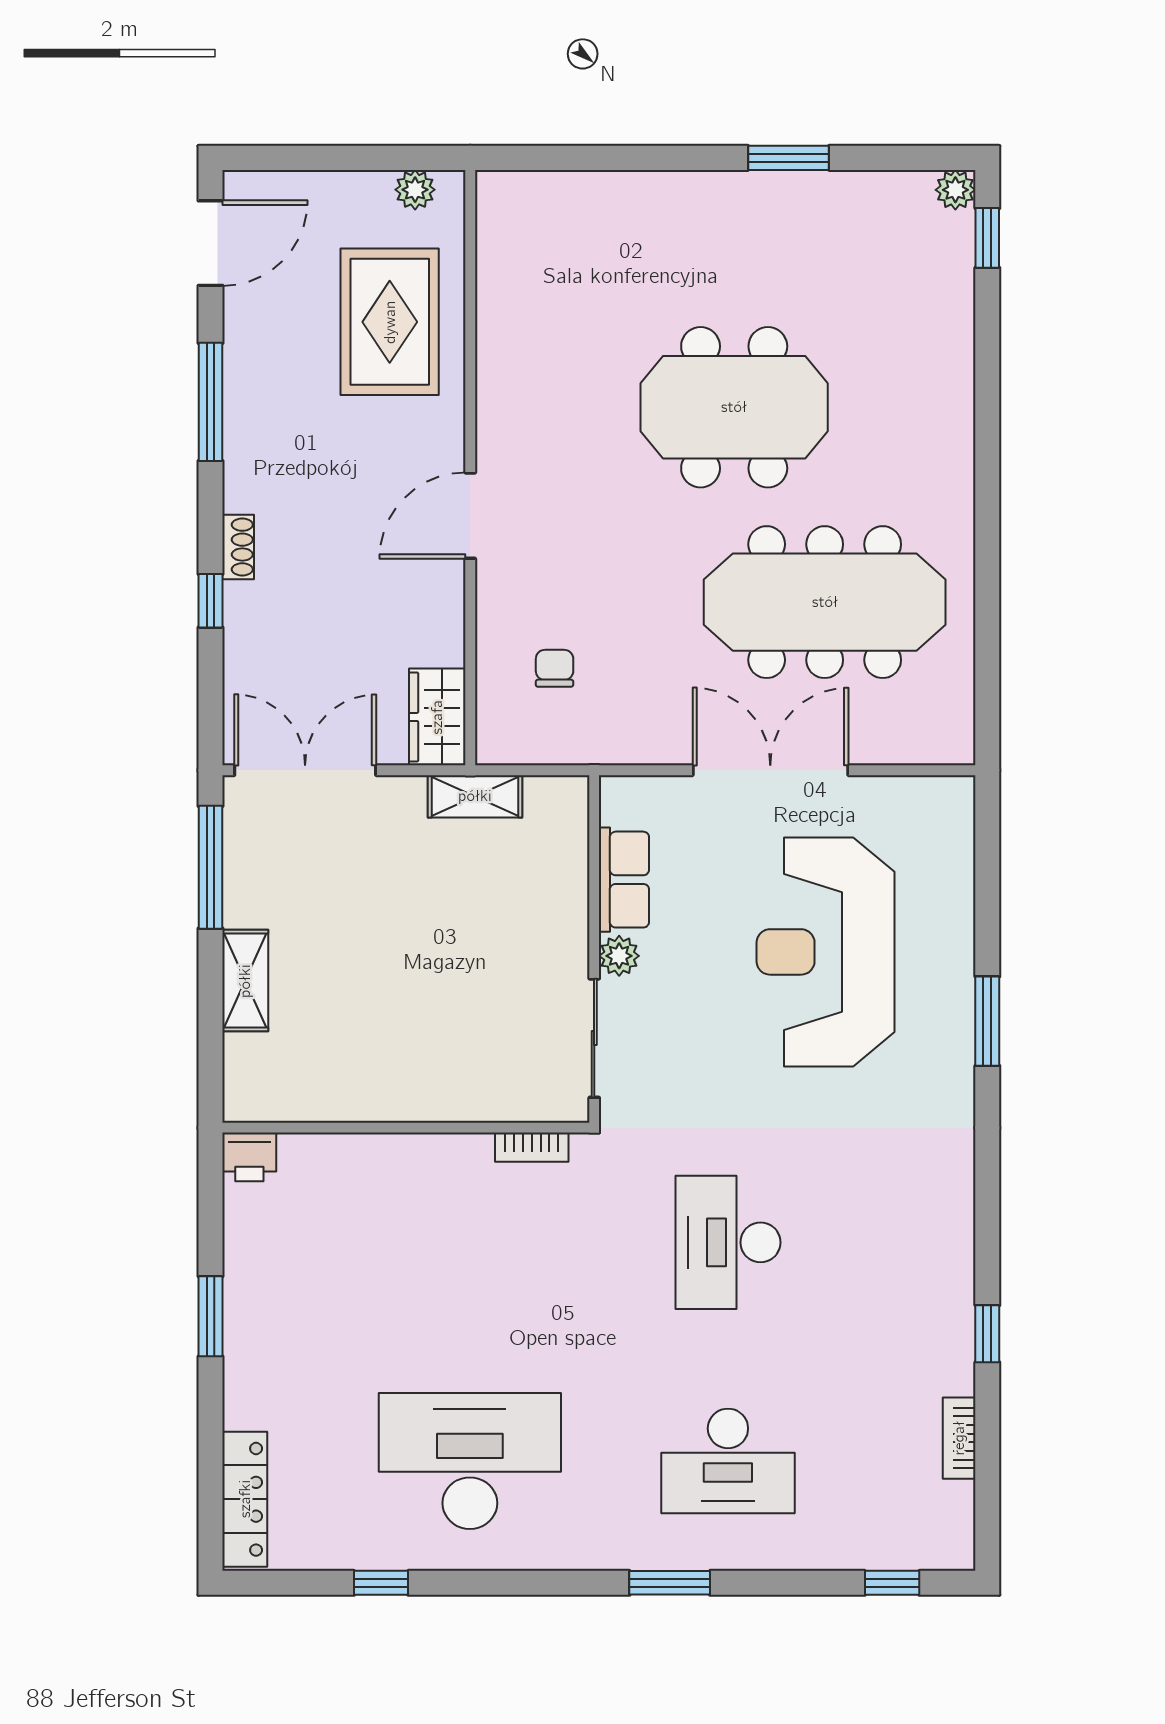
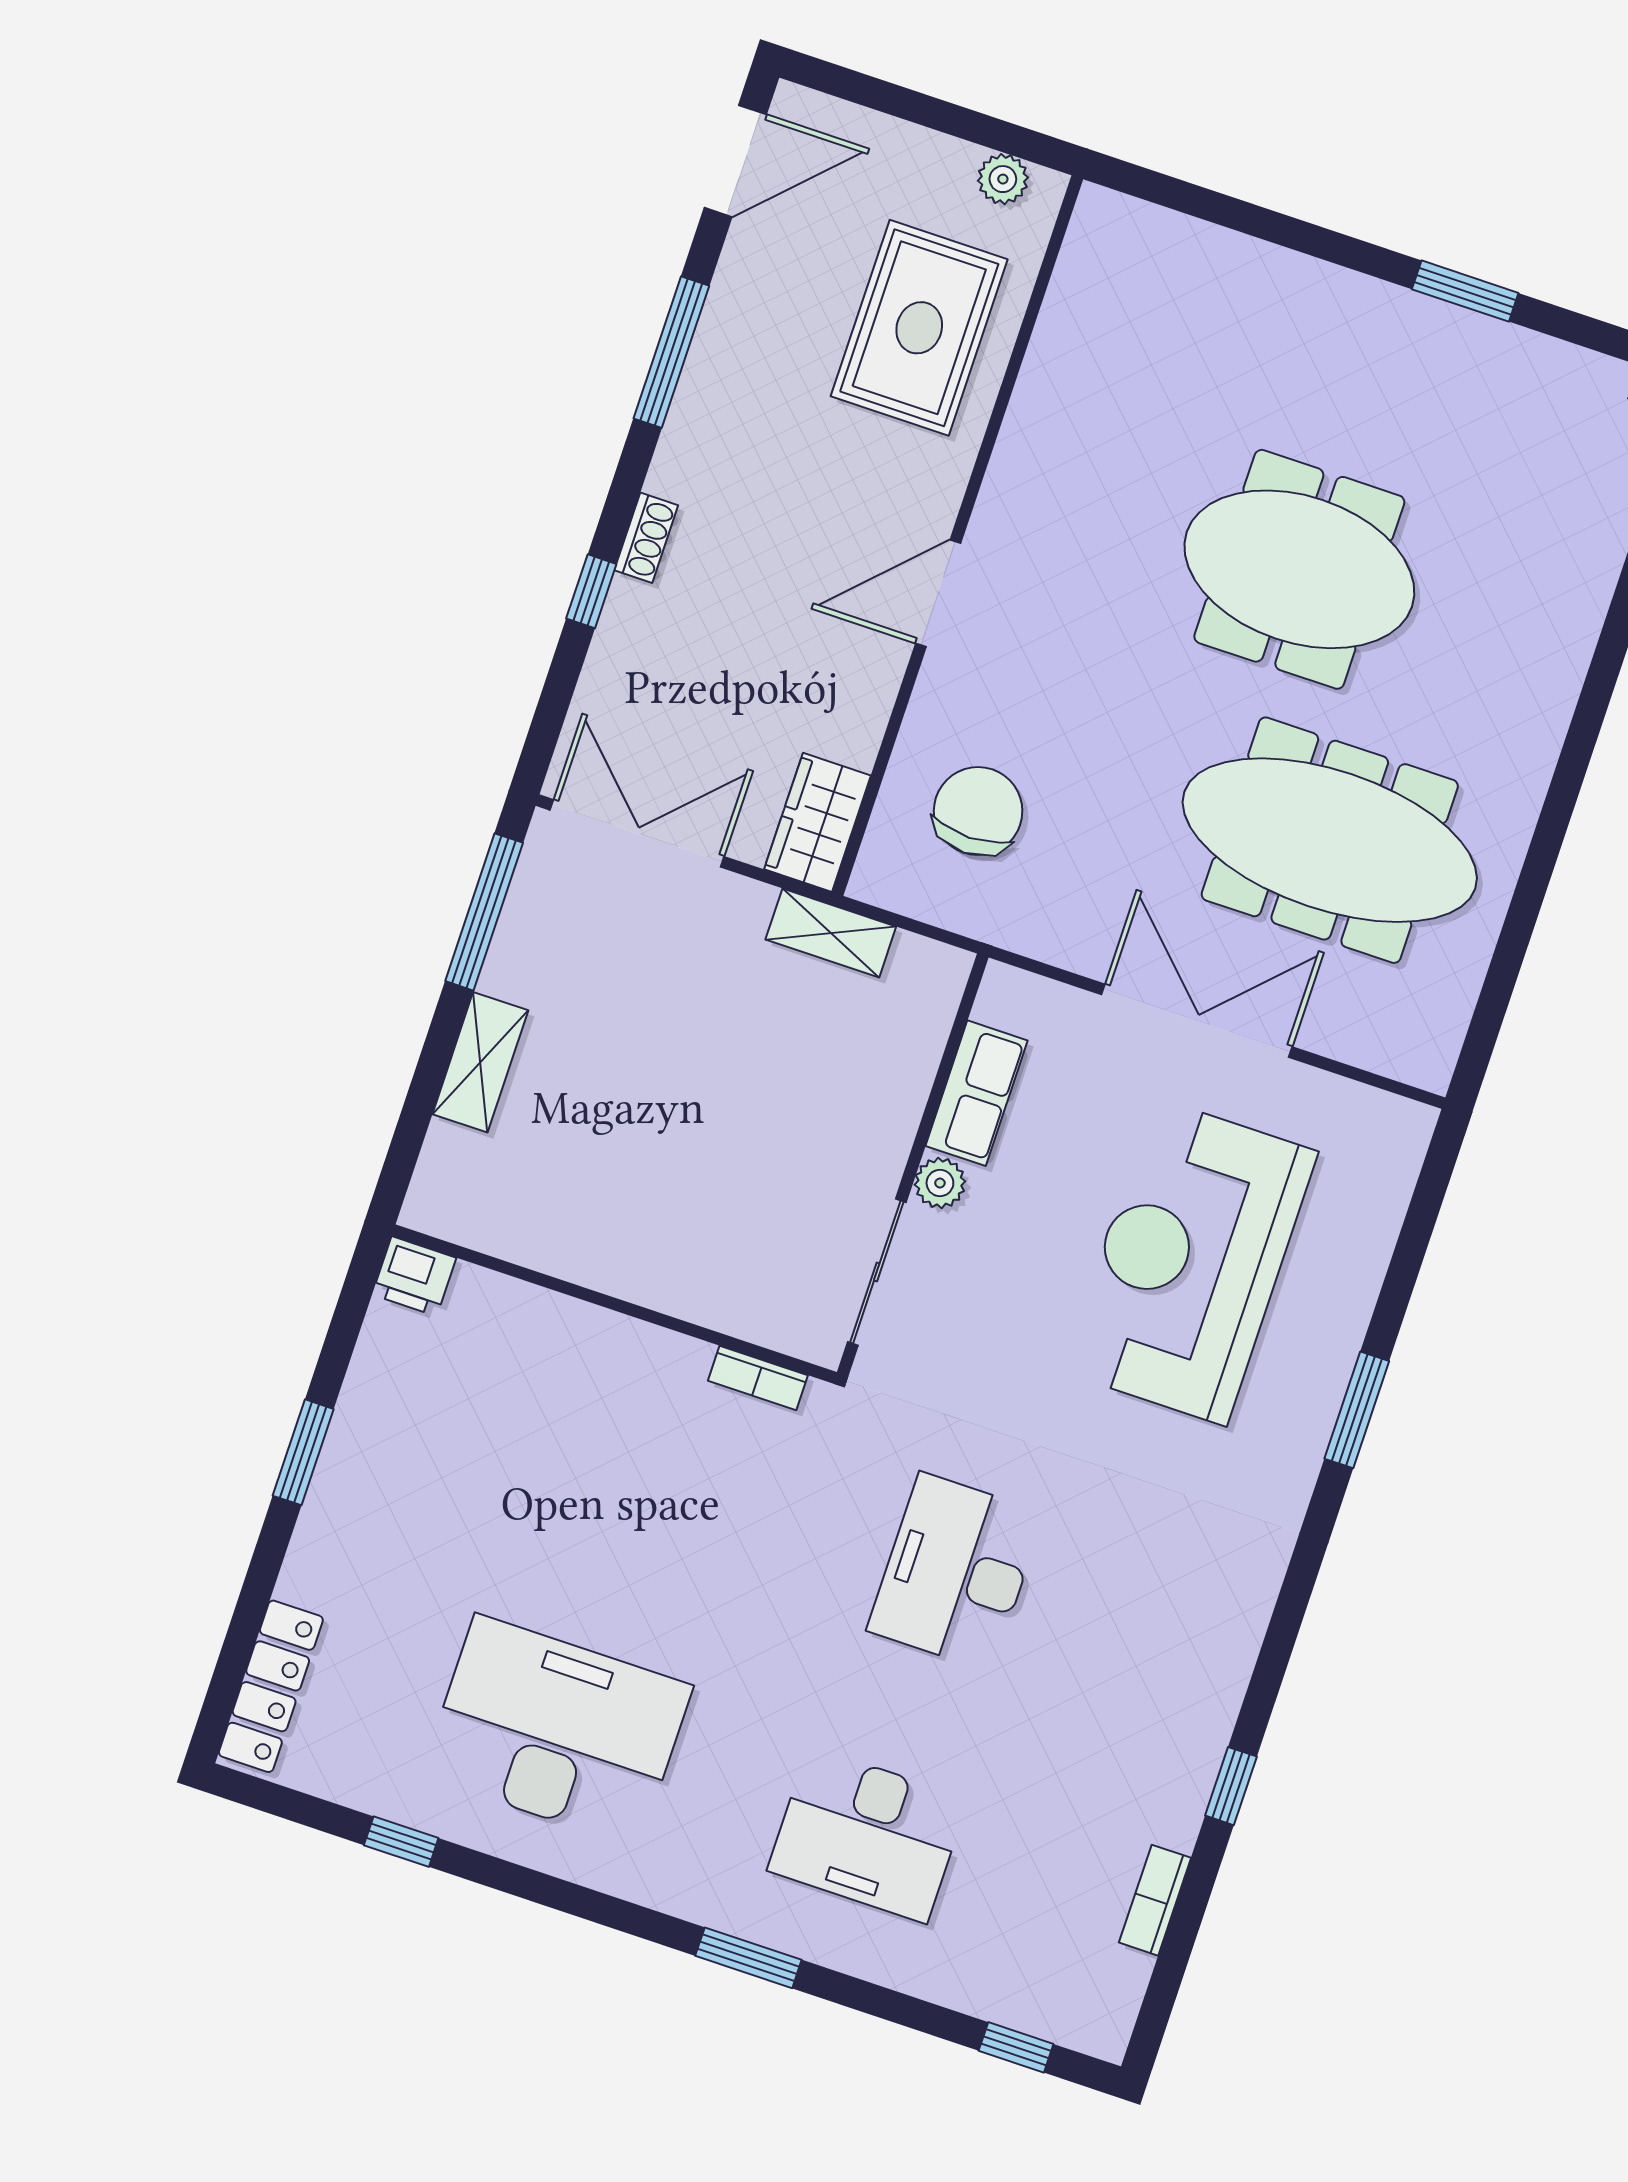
chair: (555, 668) -> (978, 811), width x1.87, depth x1.87

